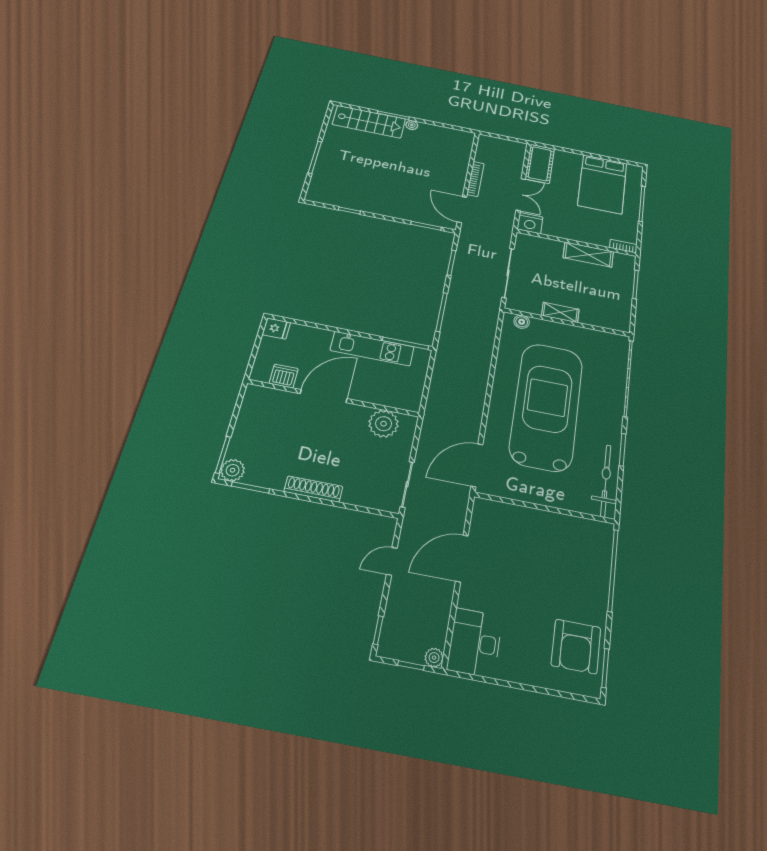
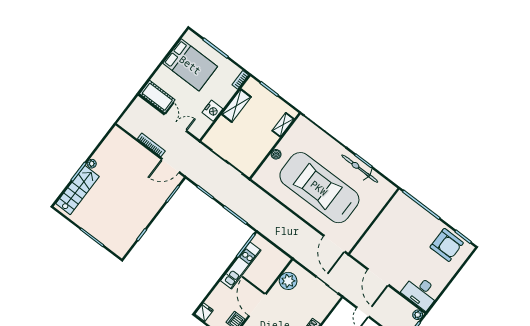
nightstand: (530, 223) -> (212, 111), moved
shelving: (560, 312) -> (283, 125), moved
boiler: (522, 322) -> (276, 154), moved
bicycle: (606, 481) -> (360, 169), moved

